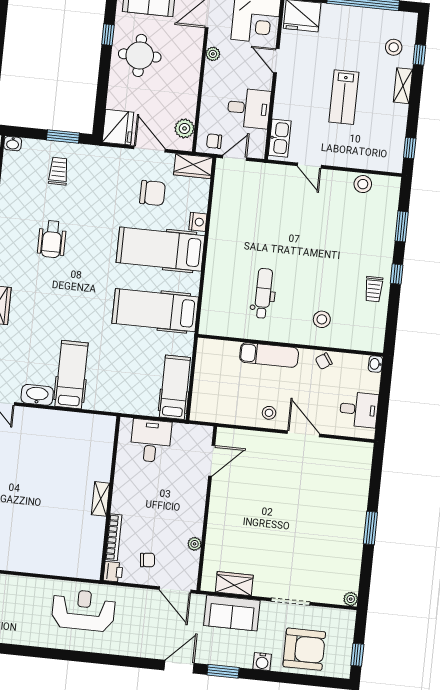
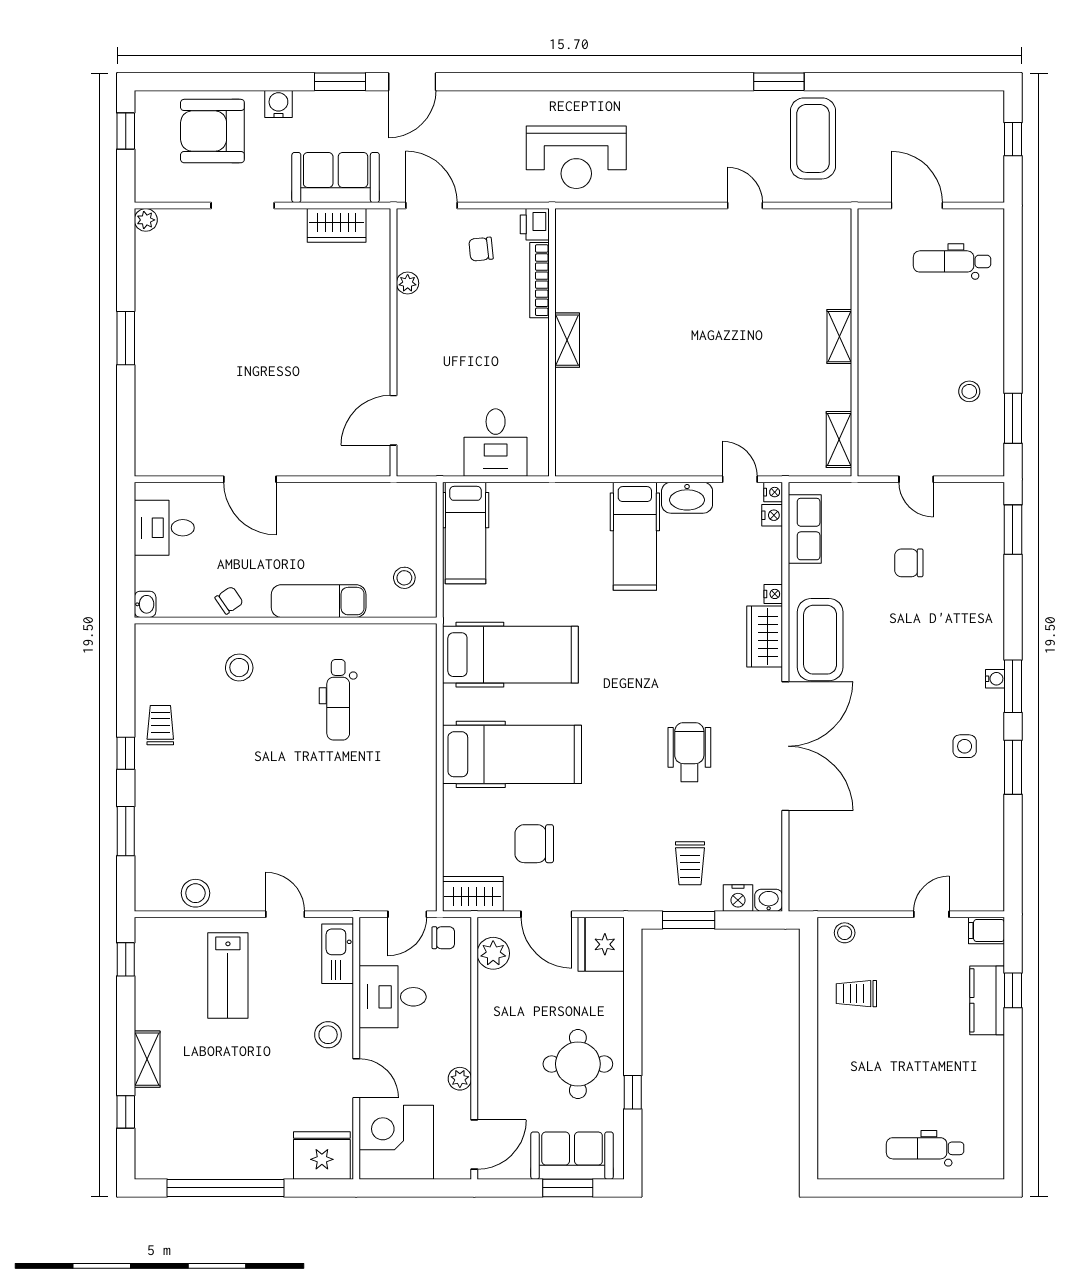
stool: (394, 47) -> (328, 1035), moved
lab bench: (344, 97) -> (228, 976), moved, turned 180
nightstand: (198, 222) -> (738, 898), moved, turned -90
stool: (269, 413) -> (404, 578), moved

